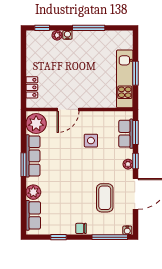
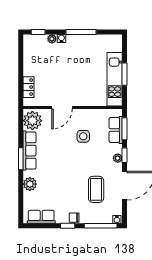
row of seats: (33, 215) -> (41, 217), moved, turned -90
window: (58, 237) -> (68, 226), moved

